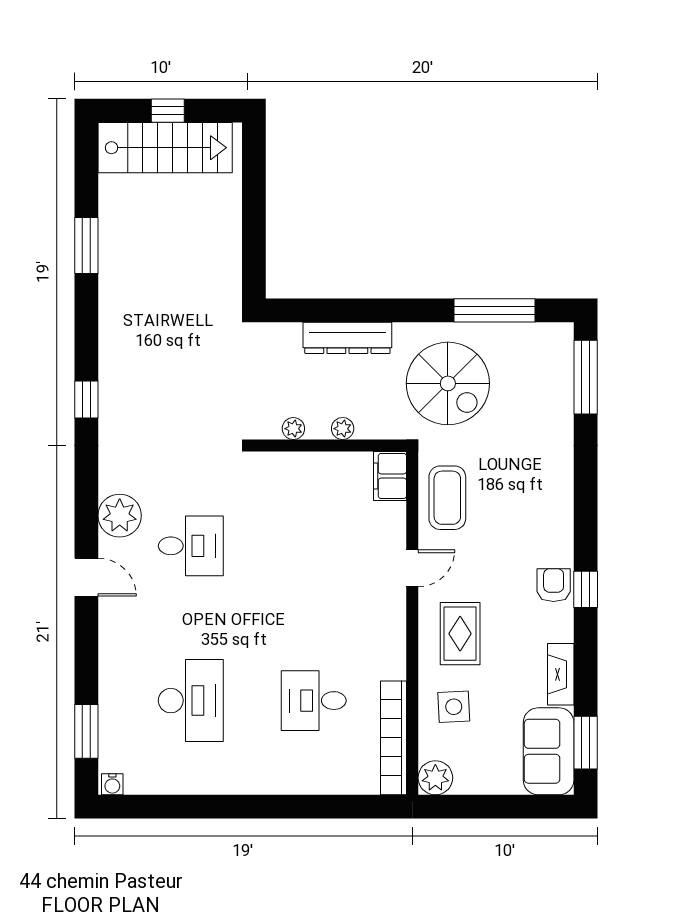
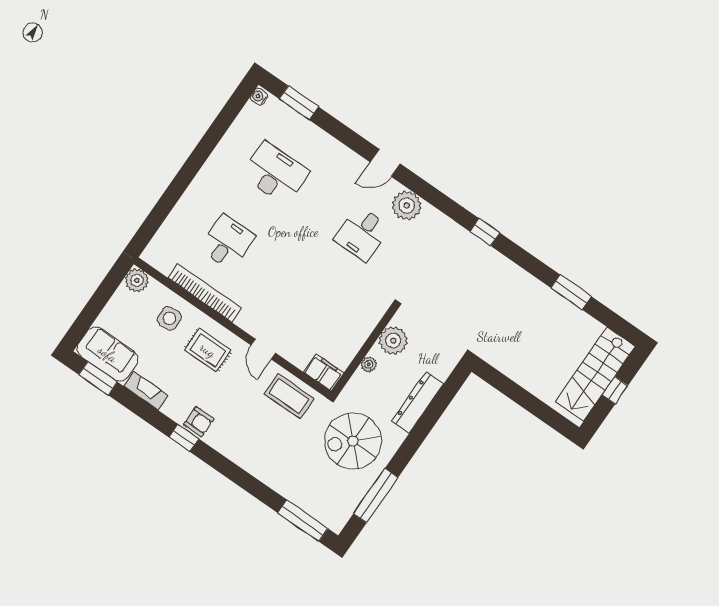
plant: (293, 429) -> (393, 341), width x1.87, depth x1.87
desk: (191, 701) -> (275, 173), turned 180
bookcase: (394, 738) -> (205, 293), moved

